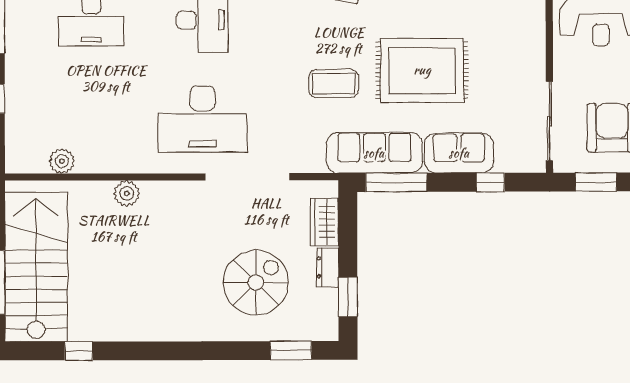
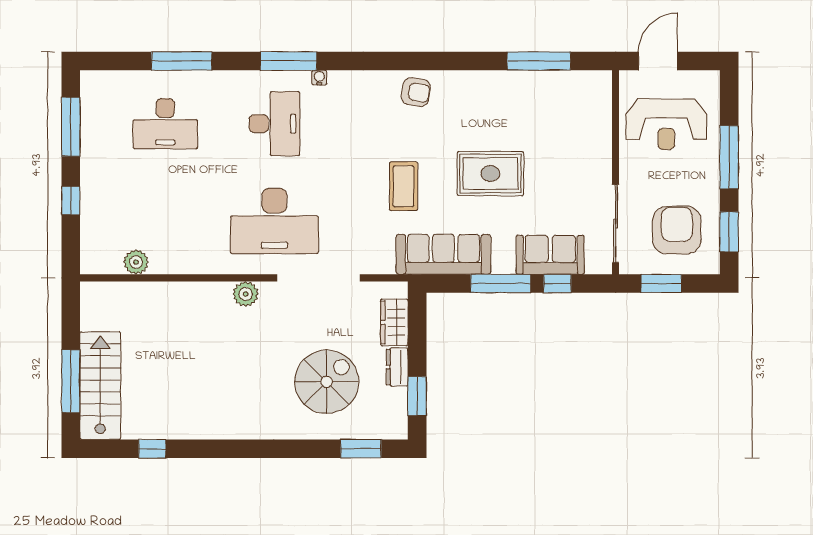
rug: (422, 70) -> (490, 174), width x0.73, depth x0.69
coffee table: (334, 84) -> (404, 186), turned 90
sofa: (459, 153) -> (550, 255), moved
window: (396, 182) -> (501, 284), moved
plant: (127, 193) -> (246, 294), moved
stairs: (36, 267) -> (100, 386), width x0.73, depth x0.66

